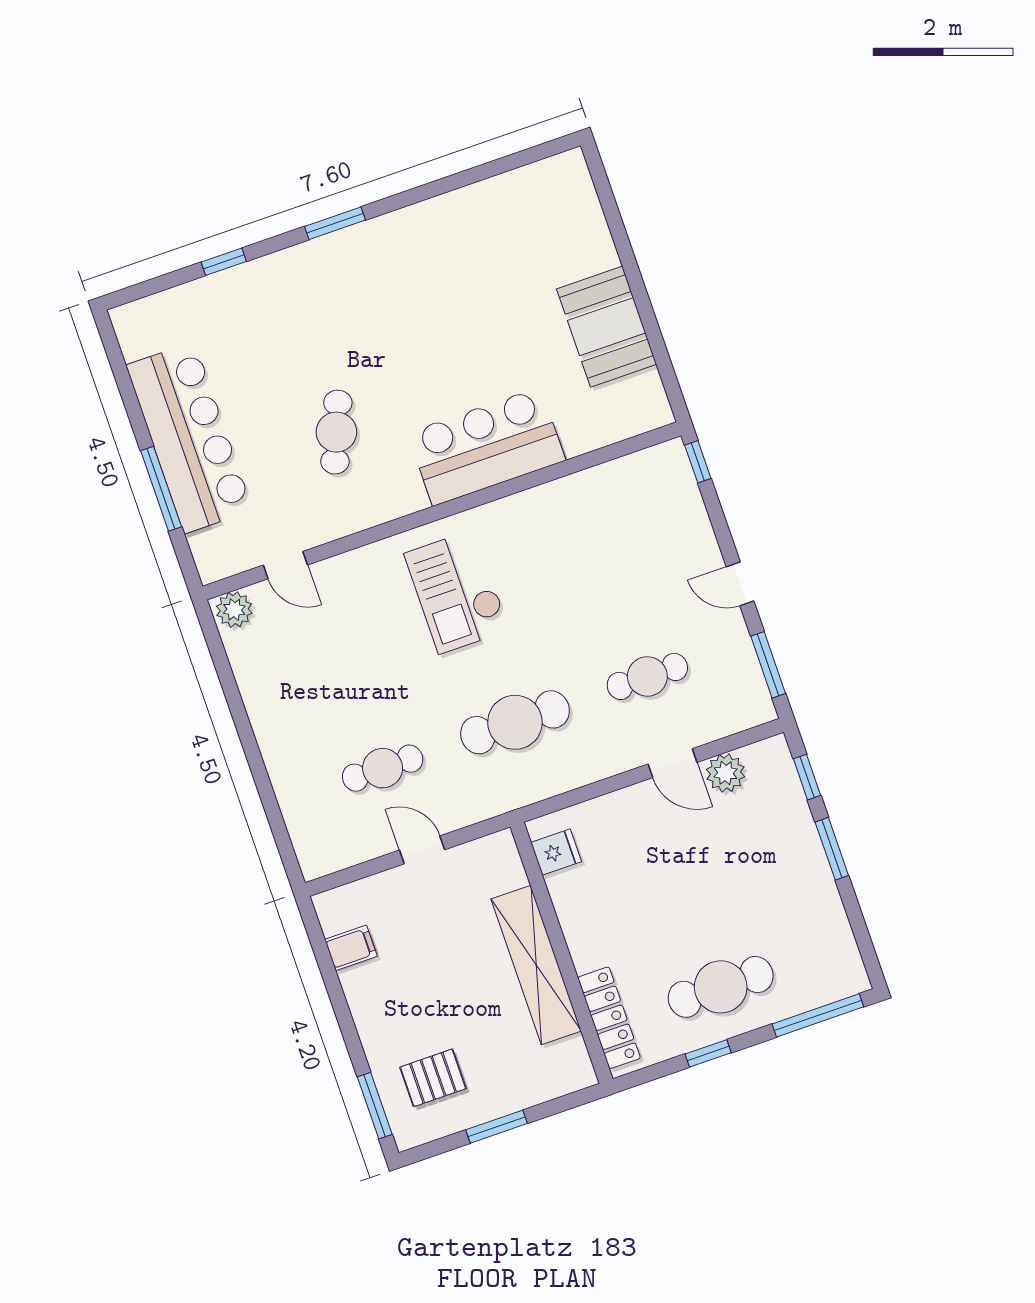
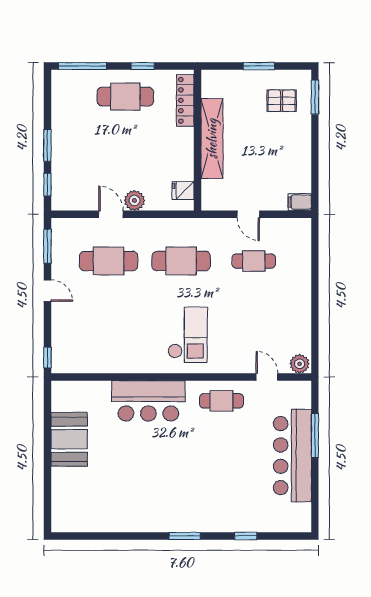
cafe table: (336, 432) -> (221, 401), moved, turned 68
cafe table: (647, 676) -> (109, 261), width x1.37, depth x1.35
plant: (726, 773) -> (135, 200), moved
filing cabinet: (351, 948) -> (300, 202), moved

